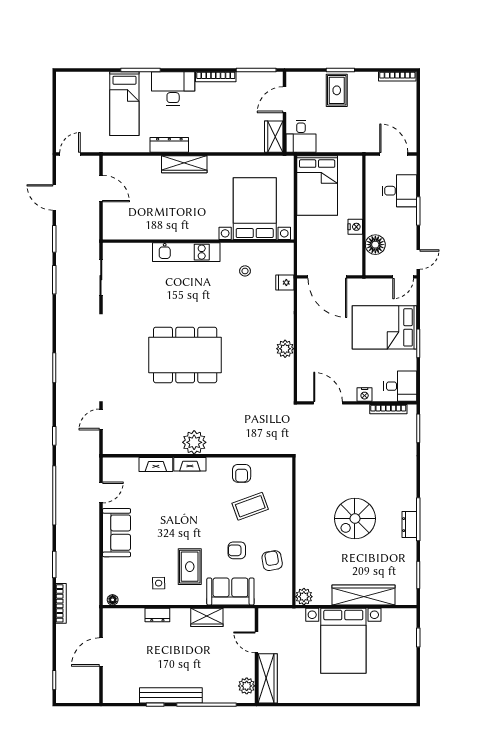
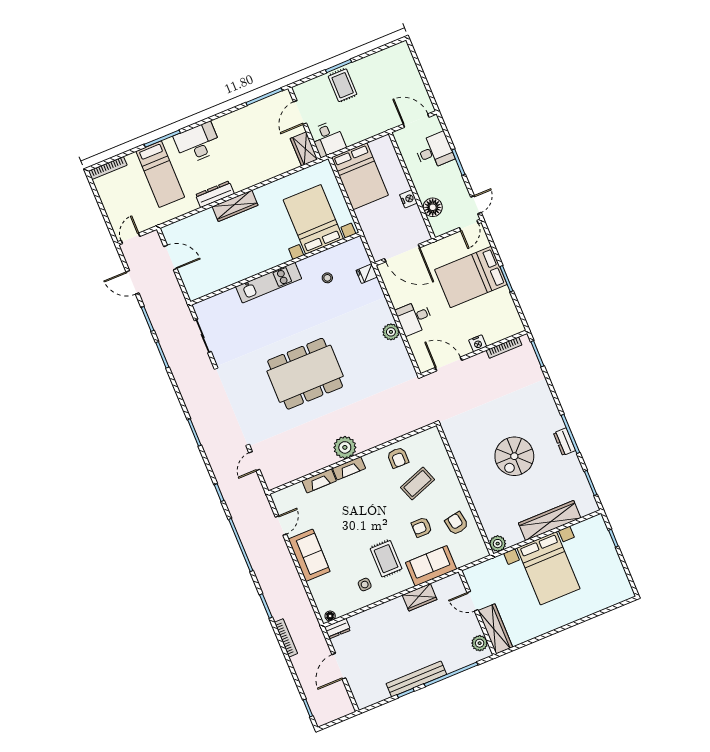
bookcase: (397, 76) -> (391, 51), removed
bookcase: (216, 77) -> (108, 168), moved
desk: (400, 386) -> (414, 318), moved, turned 180
dresser: (157, 615) -> (338, 629), moved

